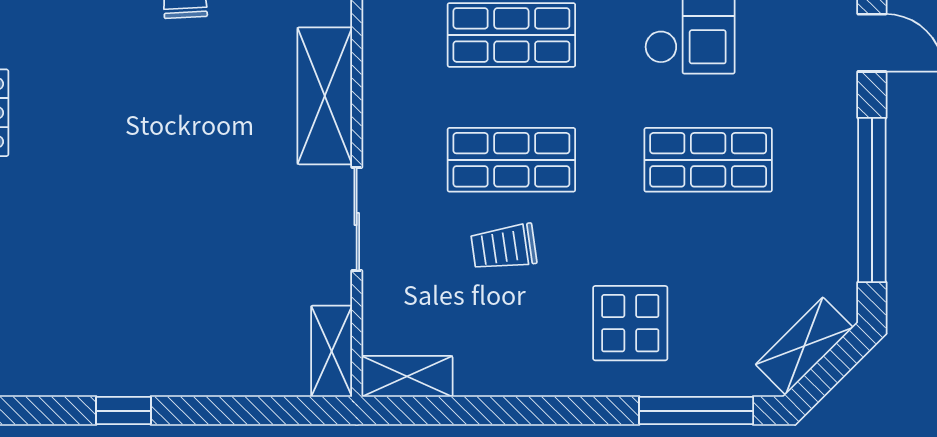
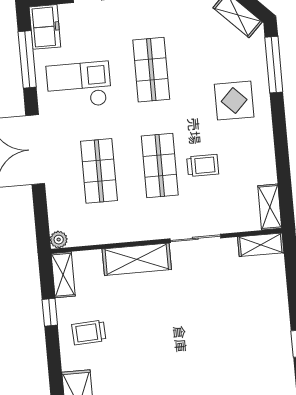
trolley: (504, 247) -> (203, 165), turned -82

